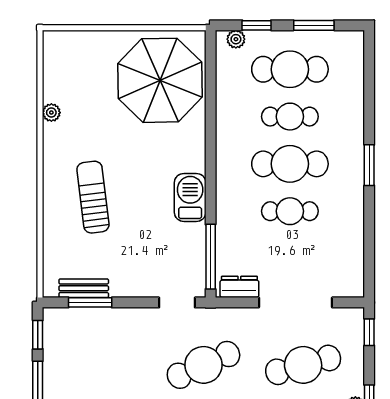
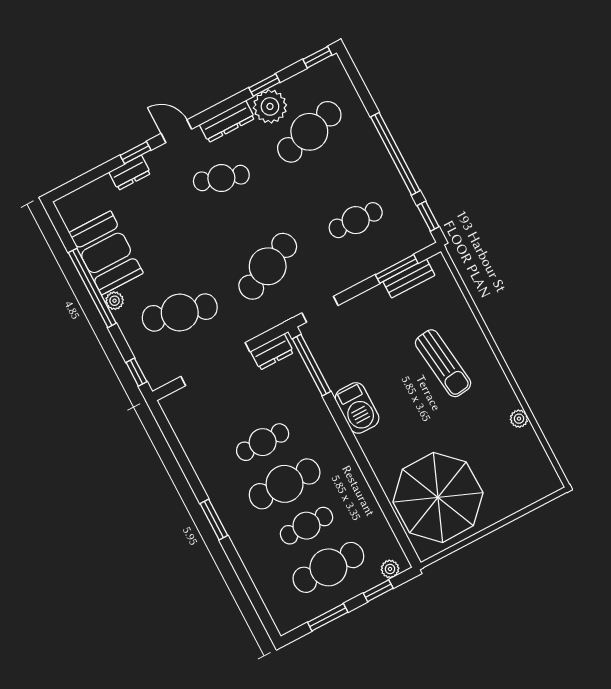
cafe table: (104, 365) -> (356, 220), added
cafe table: (303, 365) -> (180, 312), turned 30

